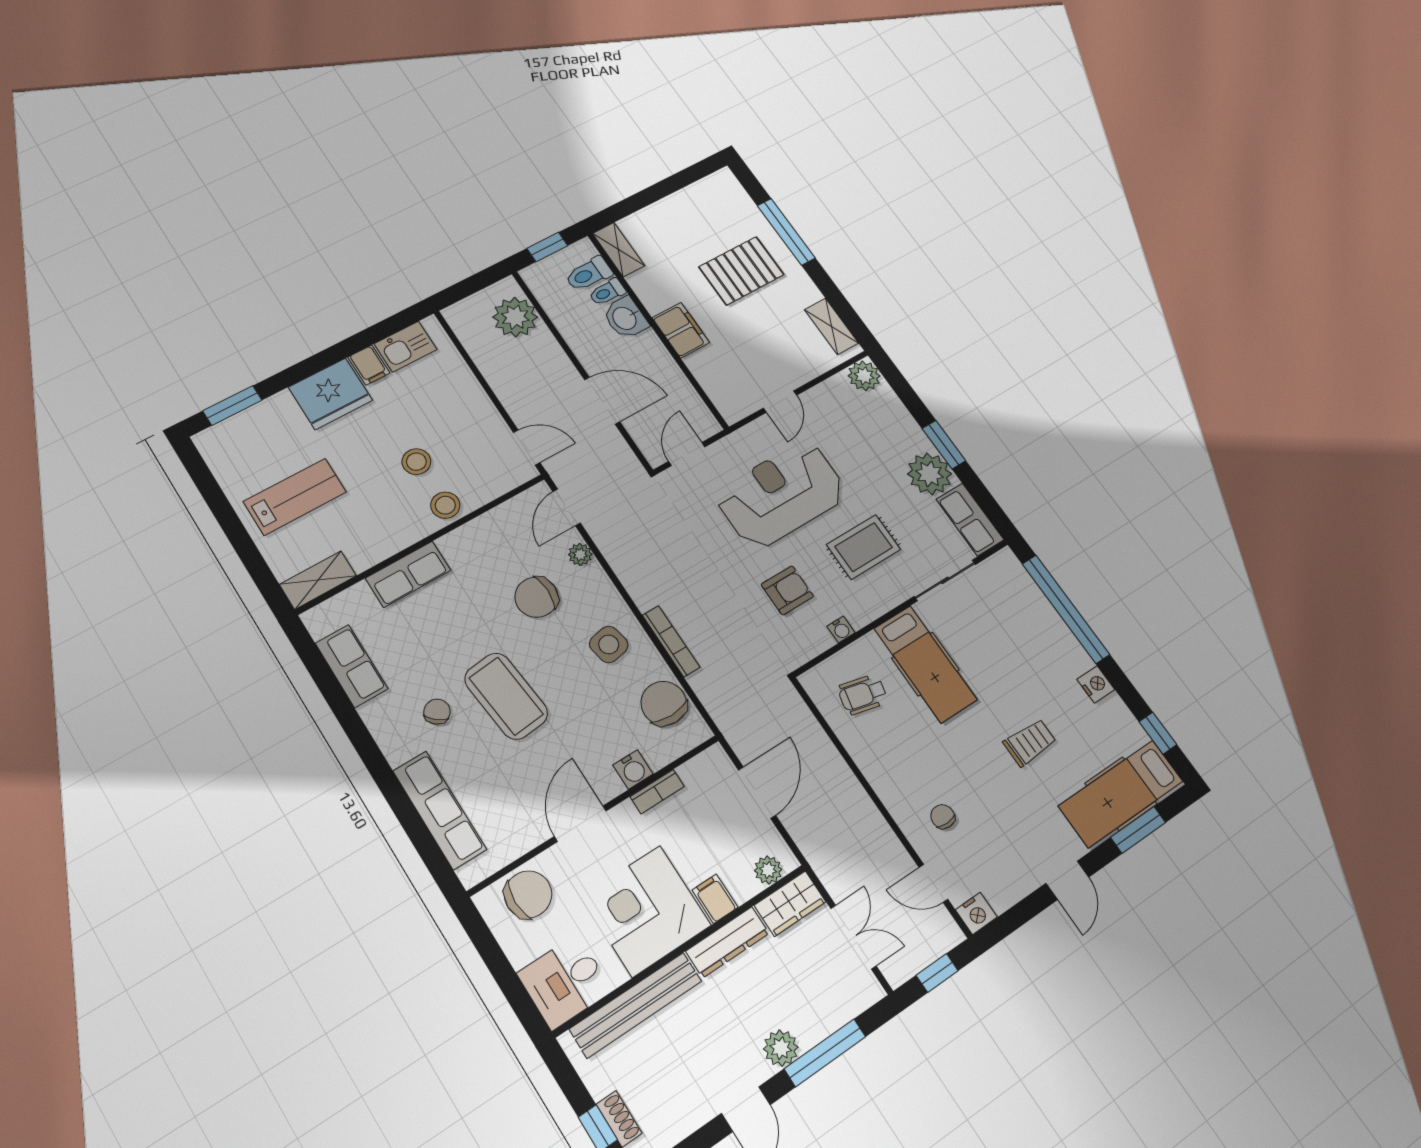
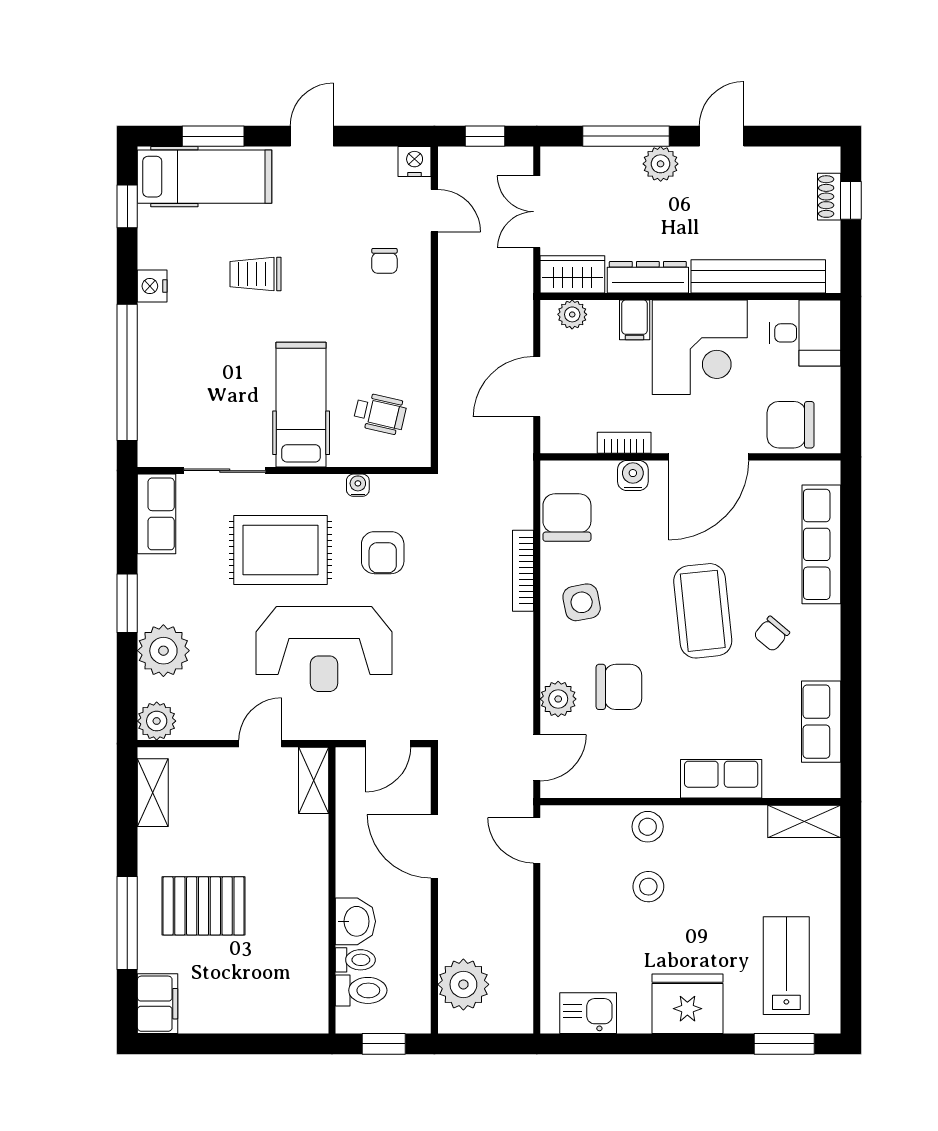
shelving: (619, 250) -> (314, 780), moved
filing cabinet: (681, 330) -> (158, 1004), moved, turned 180
filing cabinet: (369, 365) -> (634, 1014), removed
plant: (930, 474) -> (163, 651), moved
lab bench: (295, 497) -> (786, 966), moved, turned 90
rug: (864, 547) -> (280, 550), width x1.36, depth x1.43
plant: (580, 554) -> (558, 699), width x1.38, depth x1.38
armchair: (787, 590) -> (383, 553), turned -90
chair: (664, 703) -> (567, 518), turned 180
door: (580, 824) -> (709, 457), width x1.36

